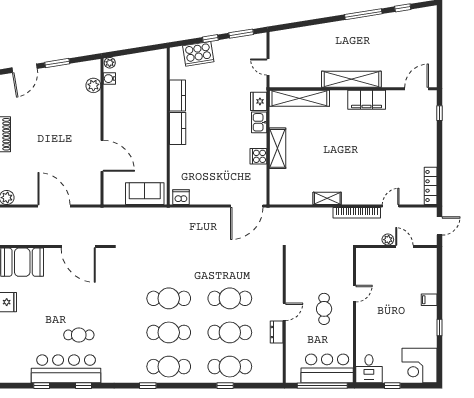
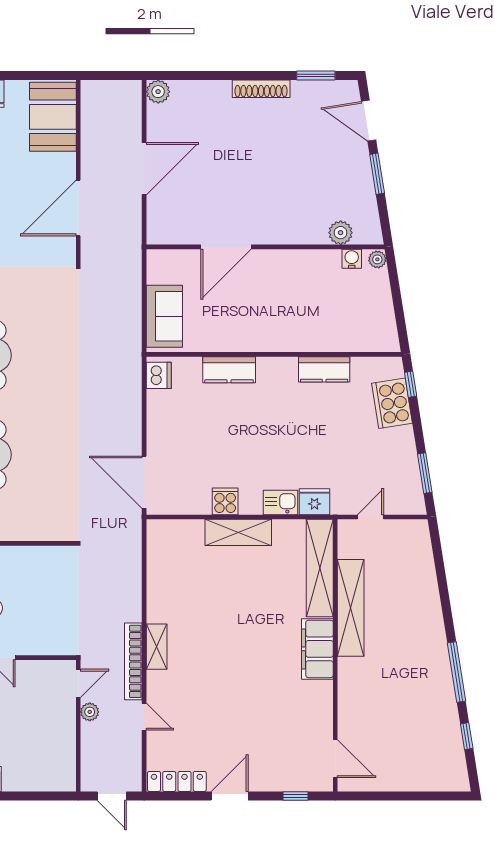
window: (210, 39) -> (411, 384), moved
shelving: (351, 79) -> (351, 608), moved
filing cabinet: (367, 100) -> (317, 649), moved
kitchen counter: (178, 128) -> (229, 370), moved
door: (440, 154) -> (230, 796), added
shelving: (327, 198) -> (157, 647), moved
door: (404, 247) -> (78, 683), moved

